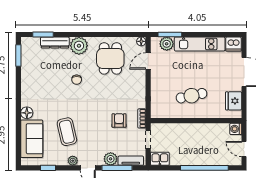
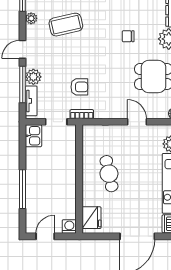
door: (148, 61) -> (137, 122), moved
fridge: (234, 101) -> (92, 218), moved, turned 90
plant: (73, 161) -> (31, 18), moved
window: (204, 168) -> (23, 189), width x0.68

